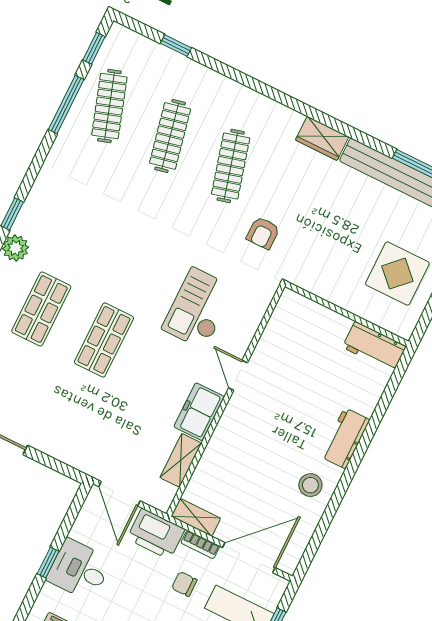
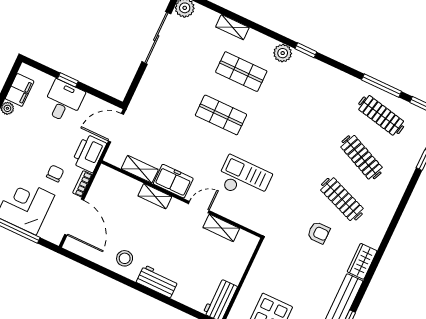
clothes rail: (109, 106) -> (381, 115), turned 30
clothes rail: (170, 136) -> (362, 157), turned 36
clothes rail: (231, 166) -> (342, 199), turned 36
armchair: (263, 233) -> (319, 233), moved, turned 180
shelving: (269, 343) -> (221, 228), added
shelving: (196, 517) -> (155, 196), moved, turned 90

